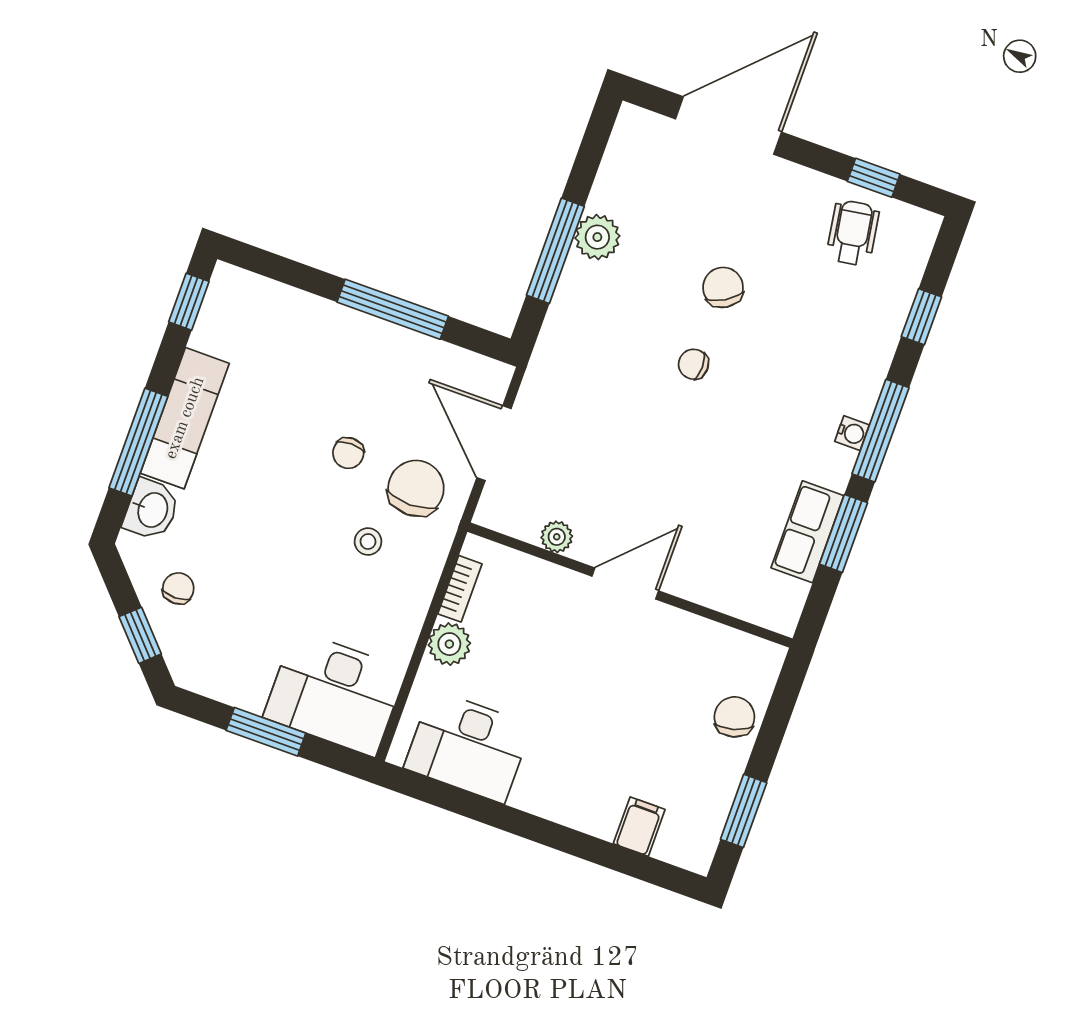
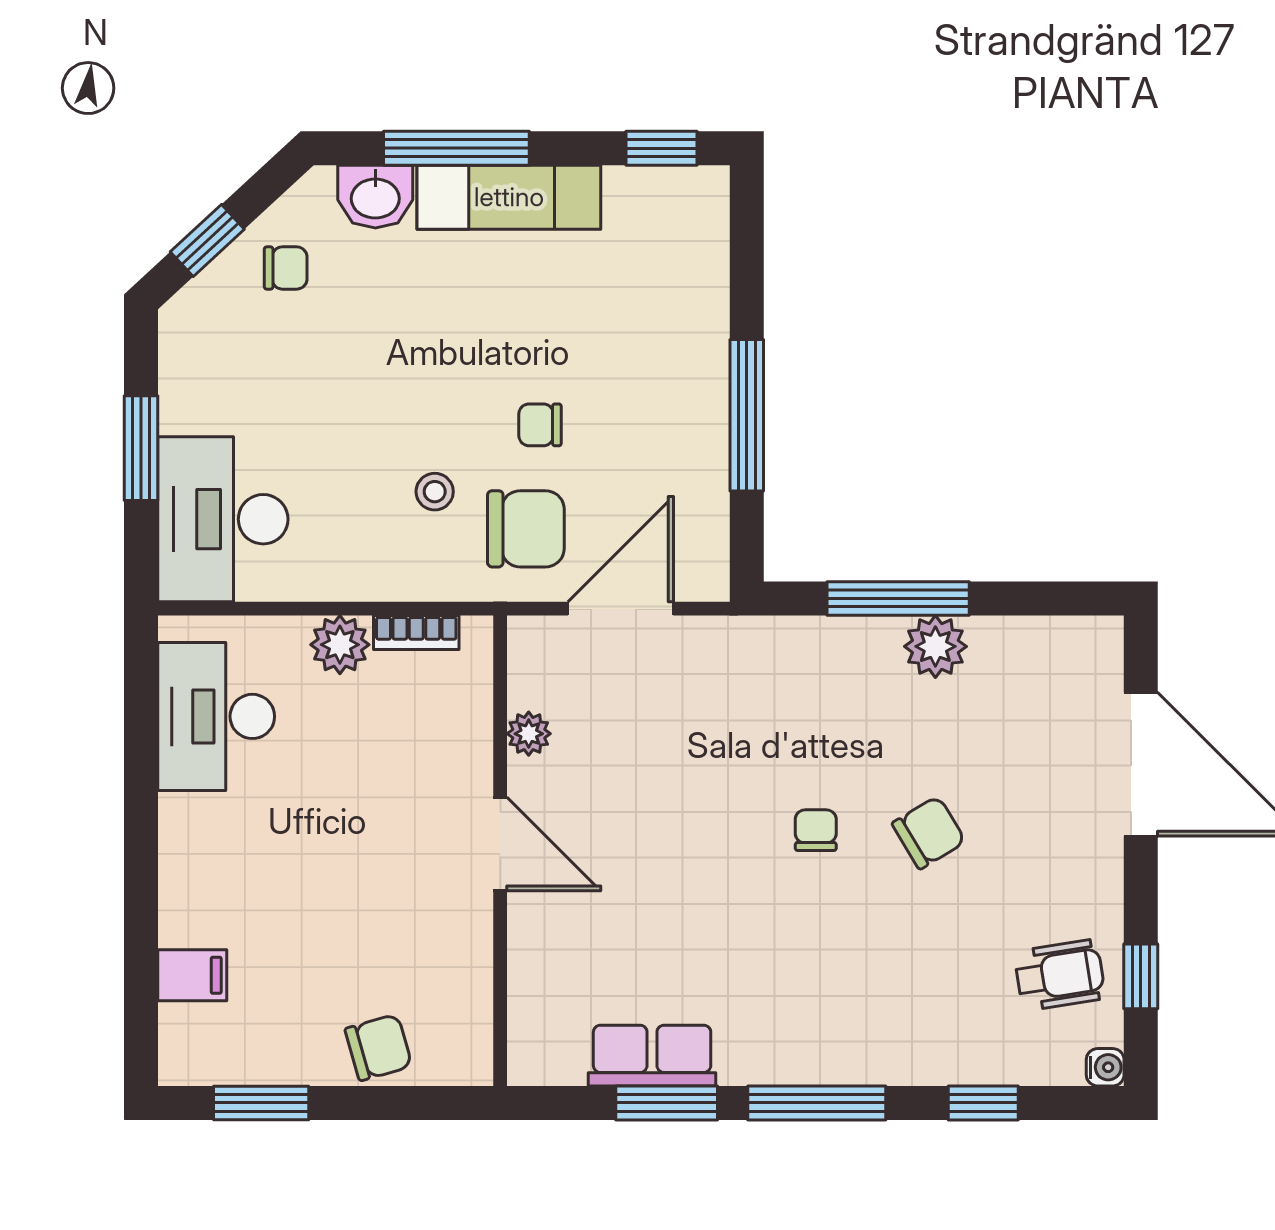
water cooler: (852, 433) -> (1105, 1067), moved, turned -90

